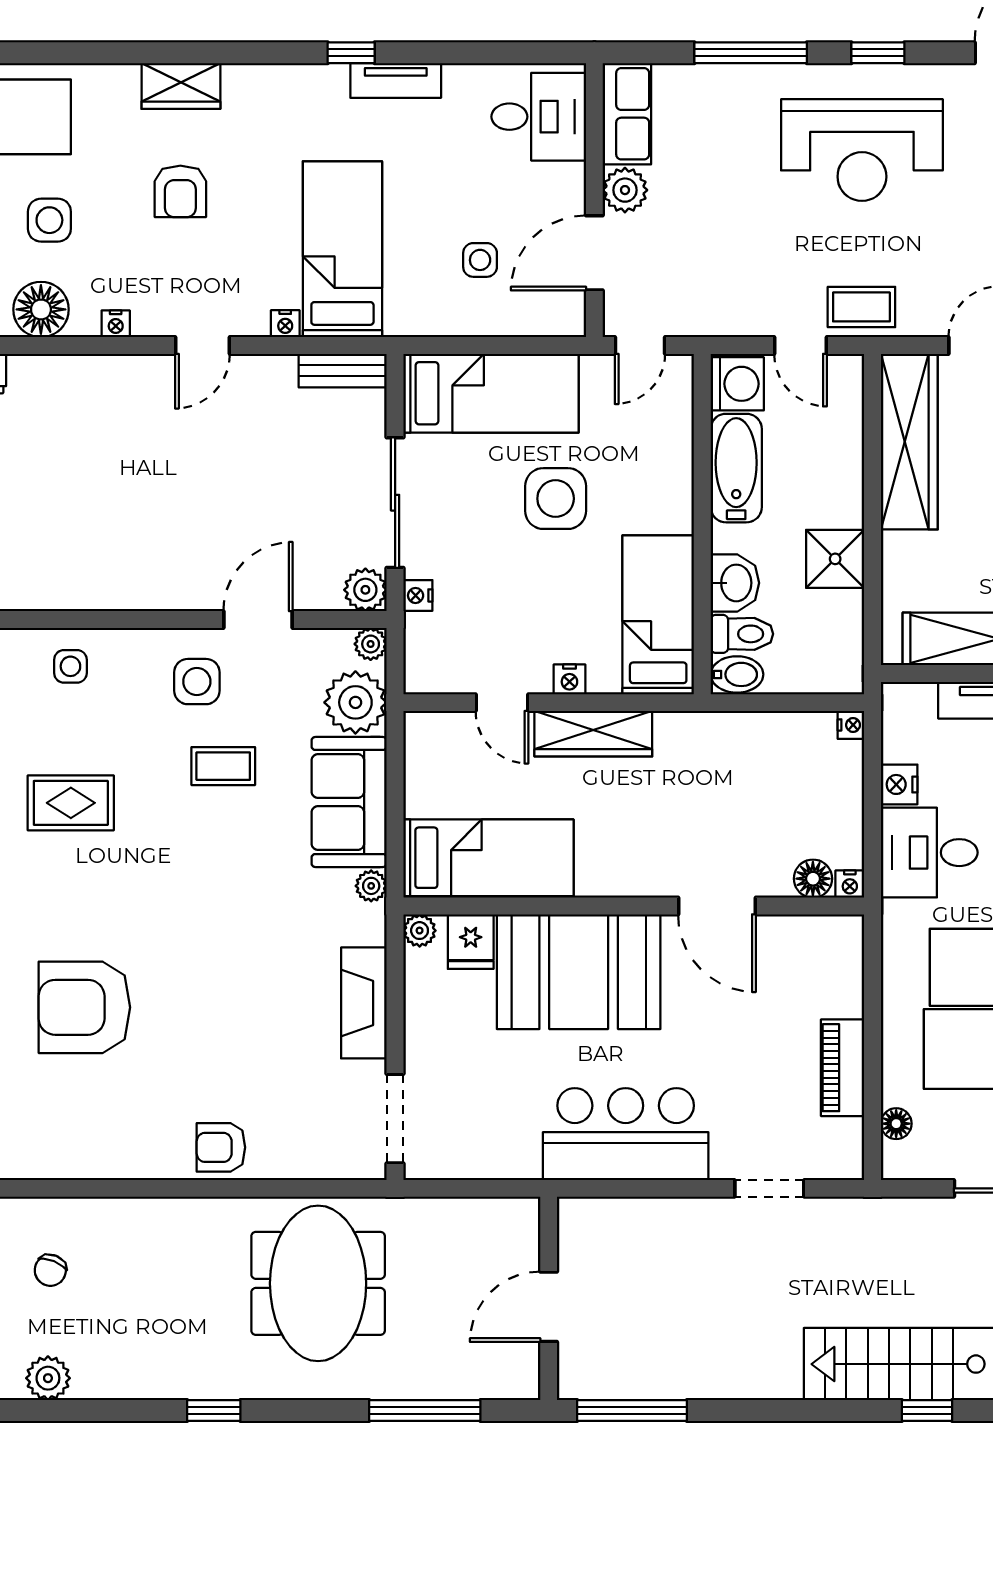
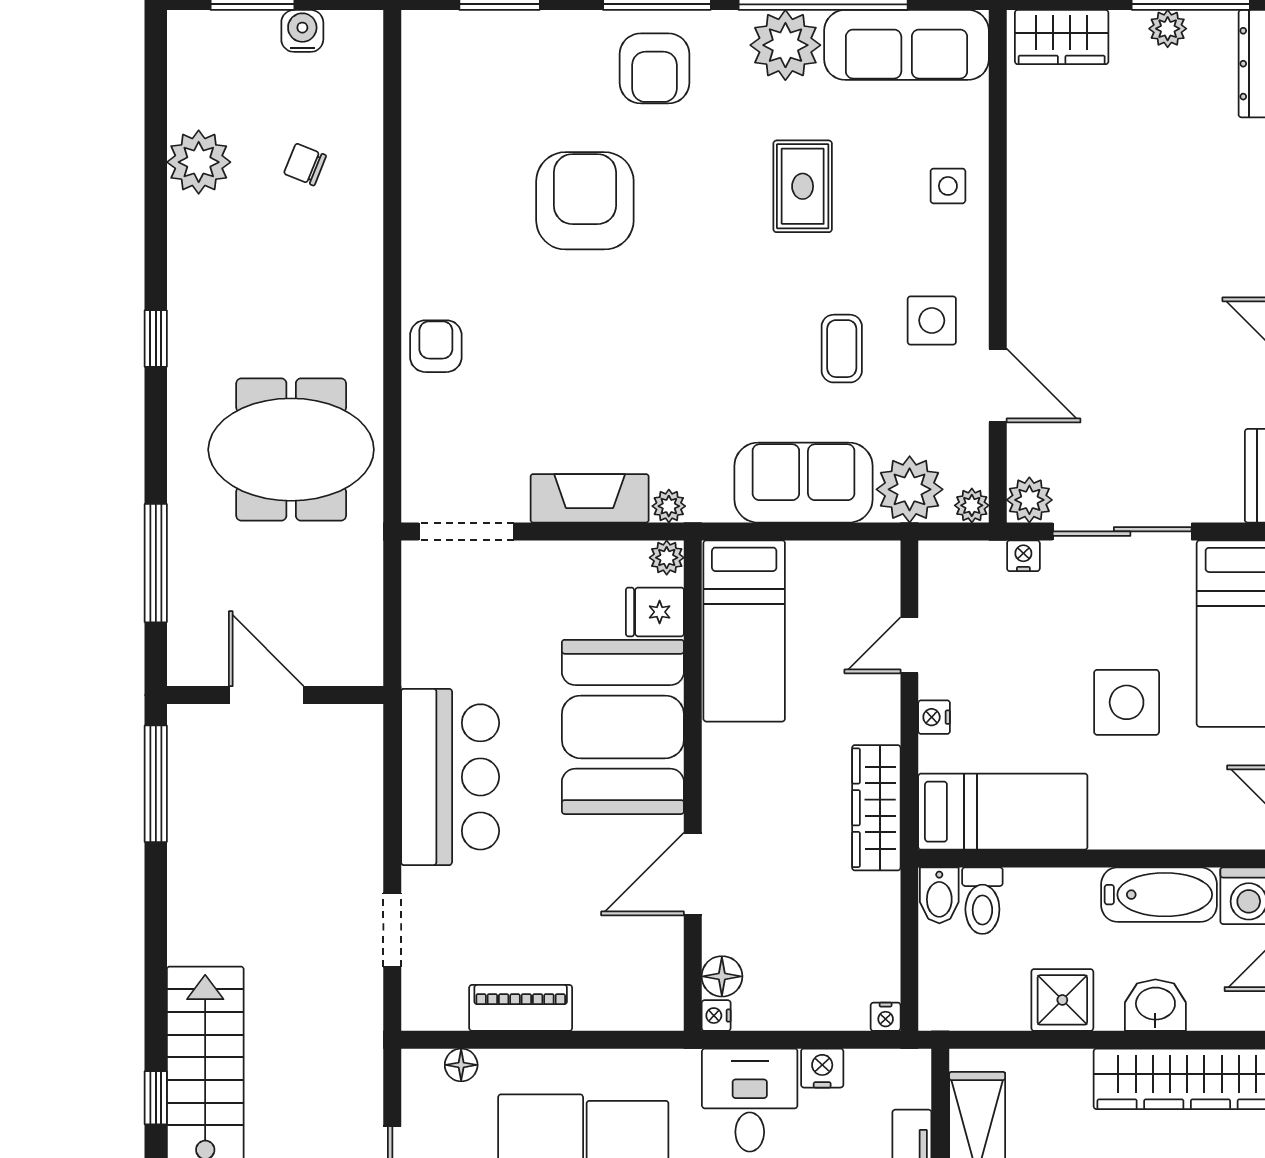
washbasin: (735, 583) -> (1155, 1005), moved, turned 180
wardrobe: (593, 734) -> (876, 808), moved
plant: (371, 886) -> (669, 506), moved
plant: (48, 1378) -> (199, 162), width x1.36, depth x1.36

